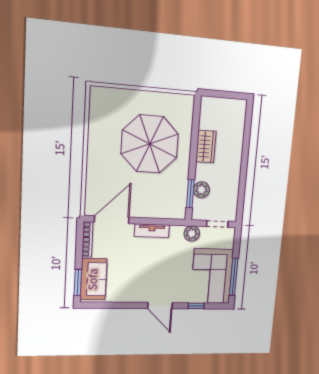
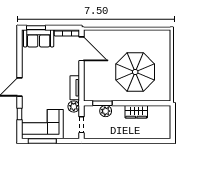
tv unit: (152, 231) -> (75, 88), moved

